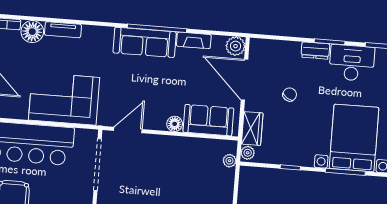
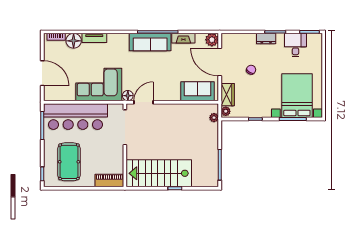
desk: (352, 63) -> (296, 45), width x0.73
floor lamp: (175, 124) -> (128, 96), moved

